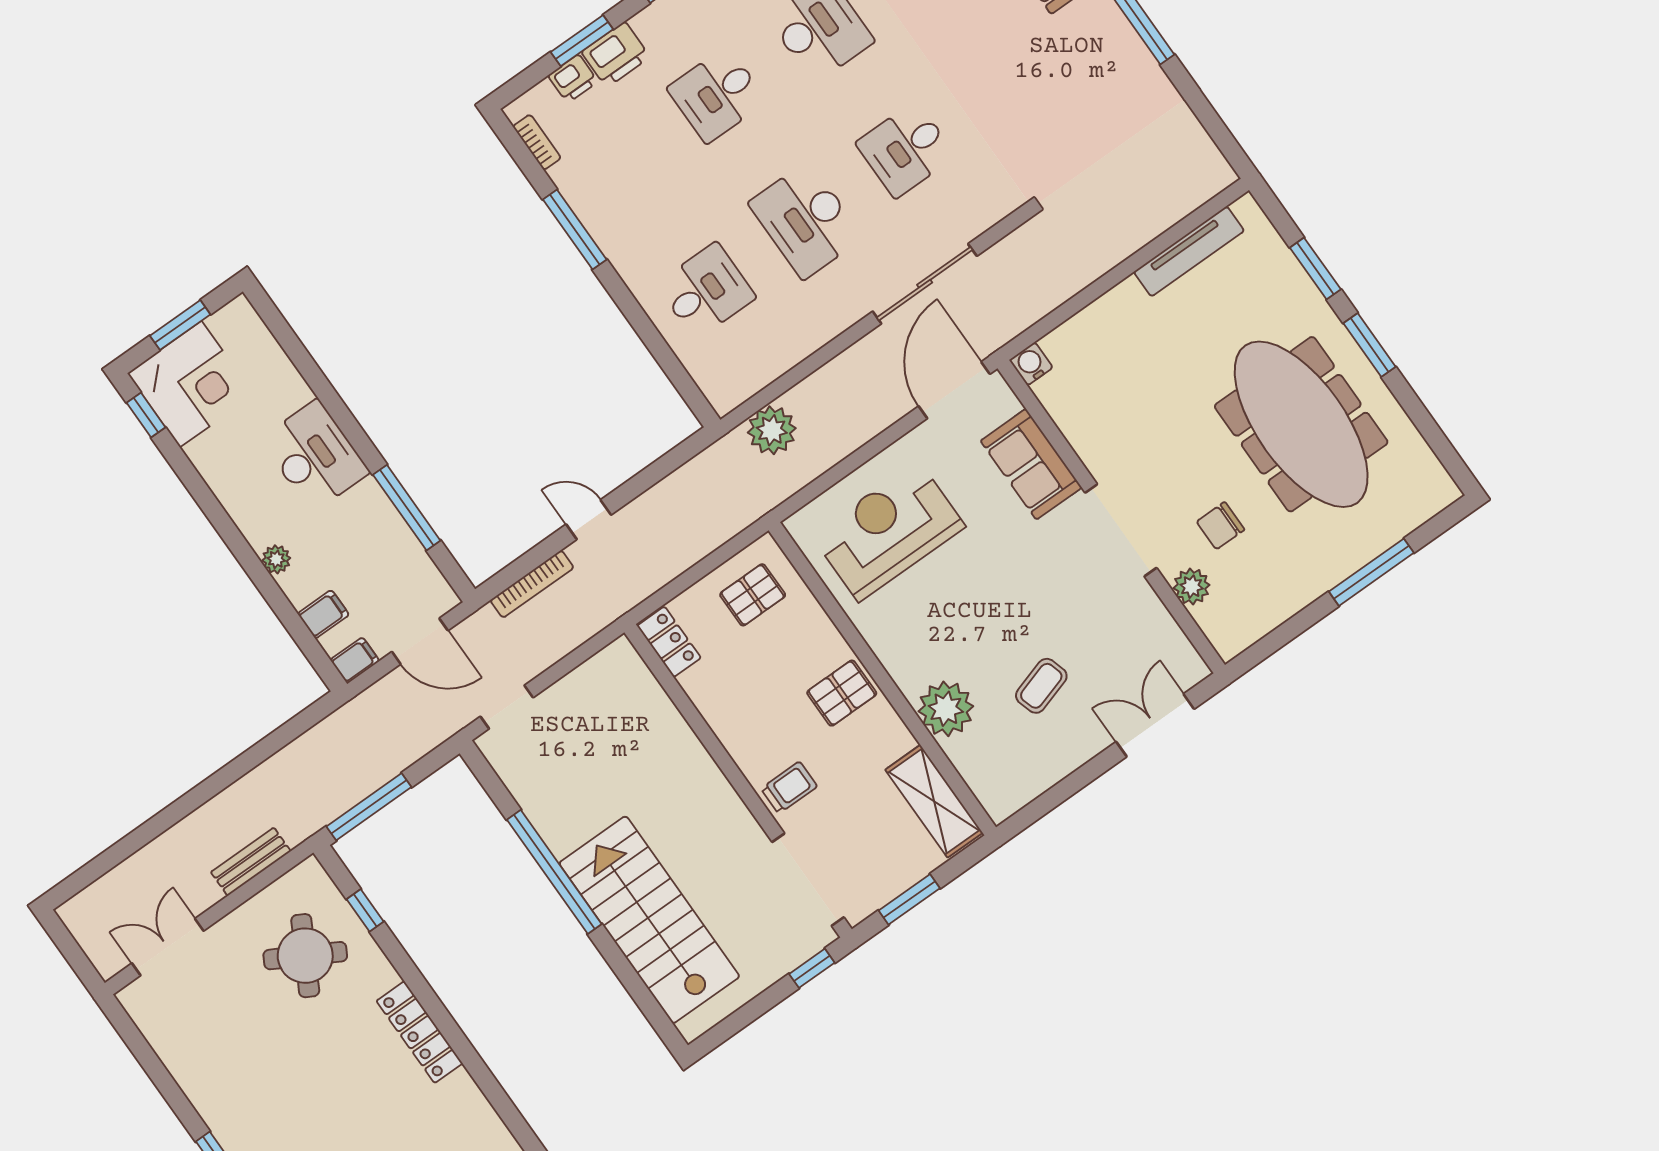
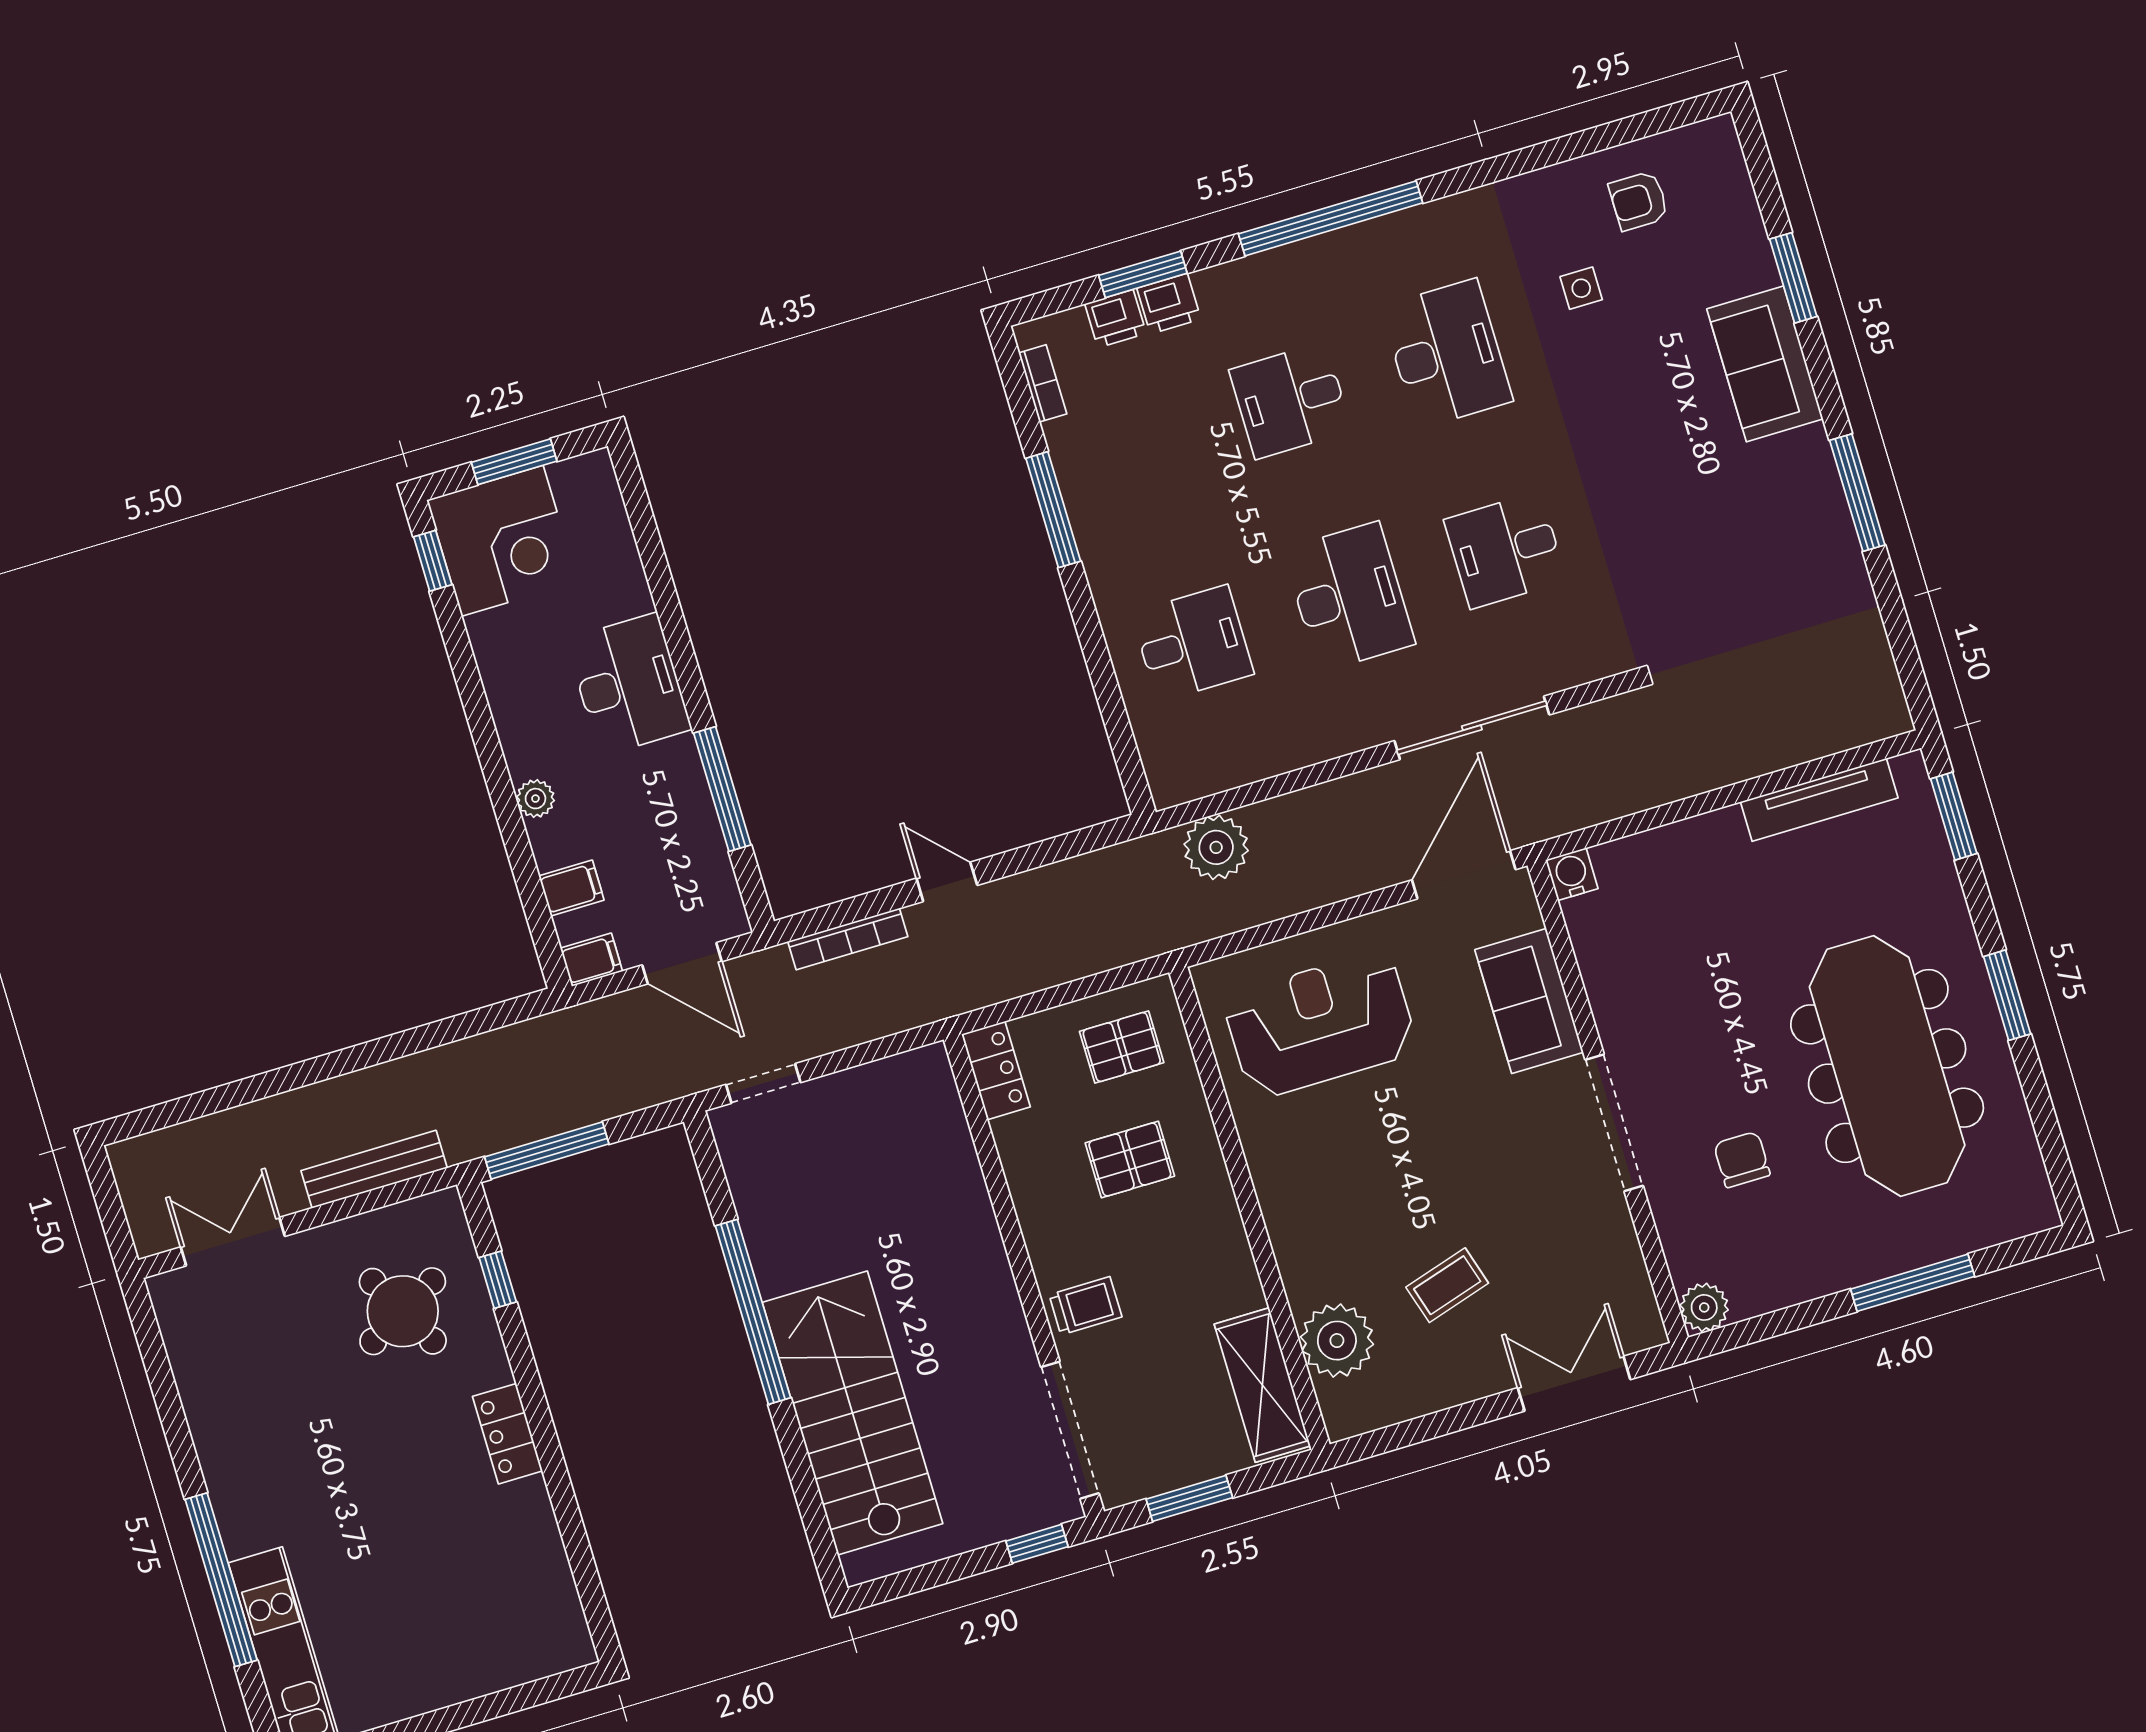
printer: (616, 55) -> (1169, 304), width x0.73, depth x0.81
desk: (806, 220) -> (1349, 597), turned 180
window: (1315, 269) -> (1954, 816), moved
chair: (1220, 526) -> (1742, 1160), turned 90
plant: (1192, 587) -> (1704, 1307), moved
pallet: (842, 693) -> (1130, 1160), moved
plant: (946, 709) -> (1337, 1341), moved
bench: (251, 862) -> (374, 1169), width x1.36
round table: (305, 956) -> (403, 1311), turned 32
locker: (420, 1032) -> (507, 1434), width x0.66

